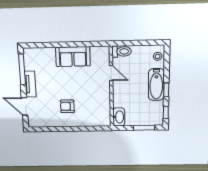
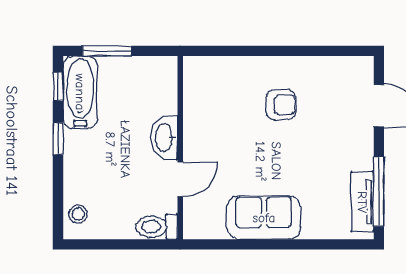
door: (111, 73) -> (180, 179), swing flipped
tv unit: (30, 84) -> (362, 202), moved
bathtub: (156, 85) -> (80, 92), moved
washbasin: (119, 117) -> (164, 138), moved

